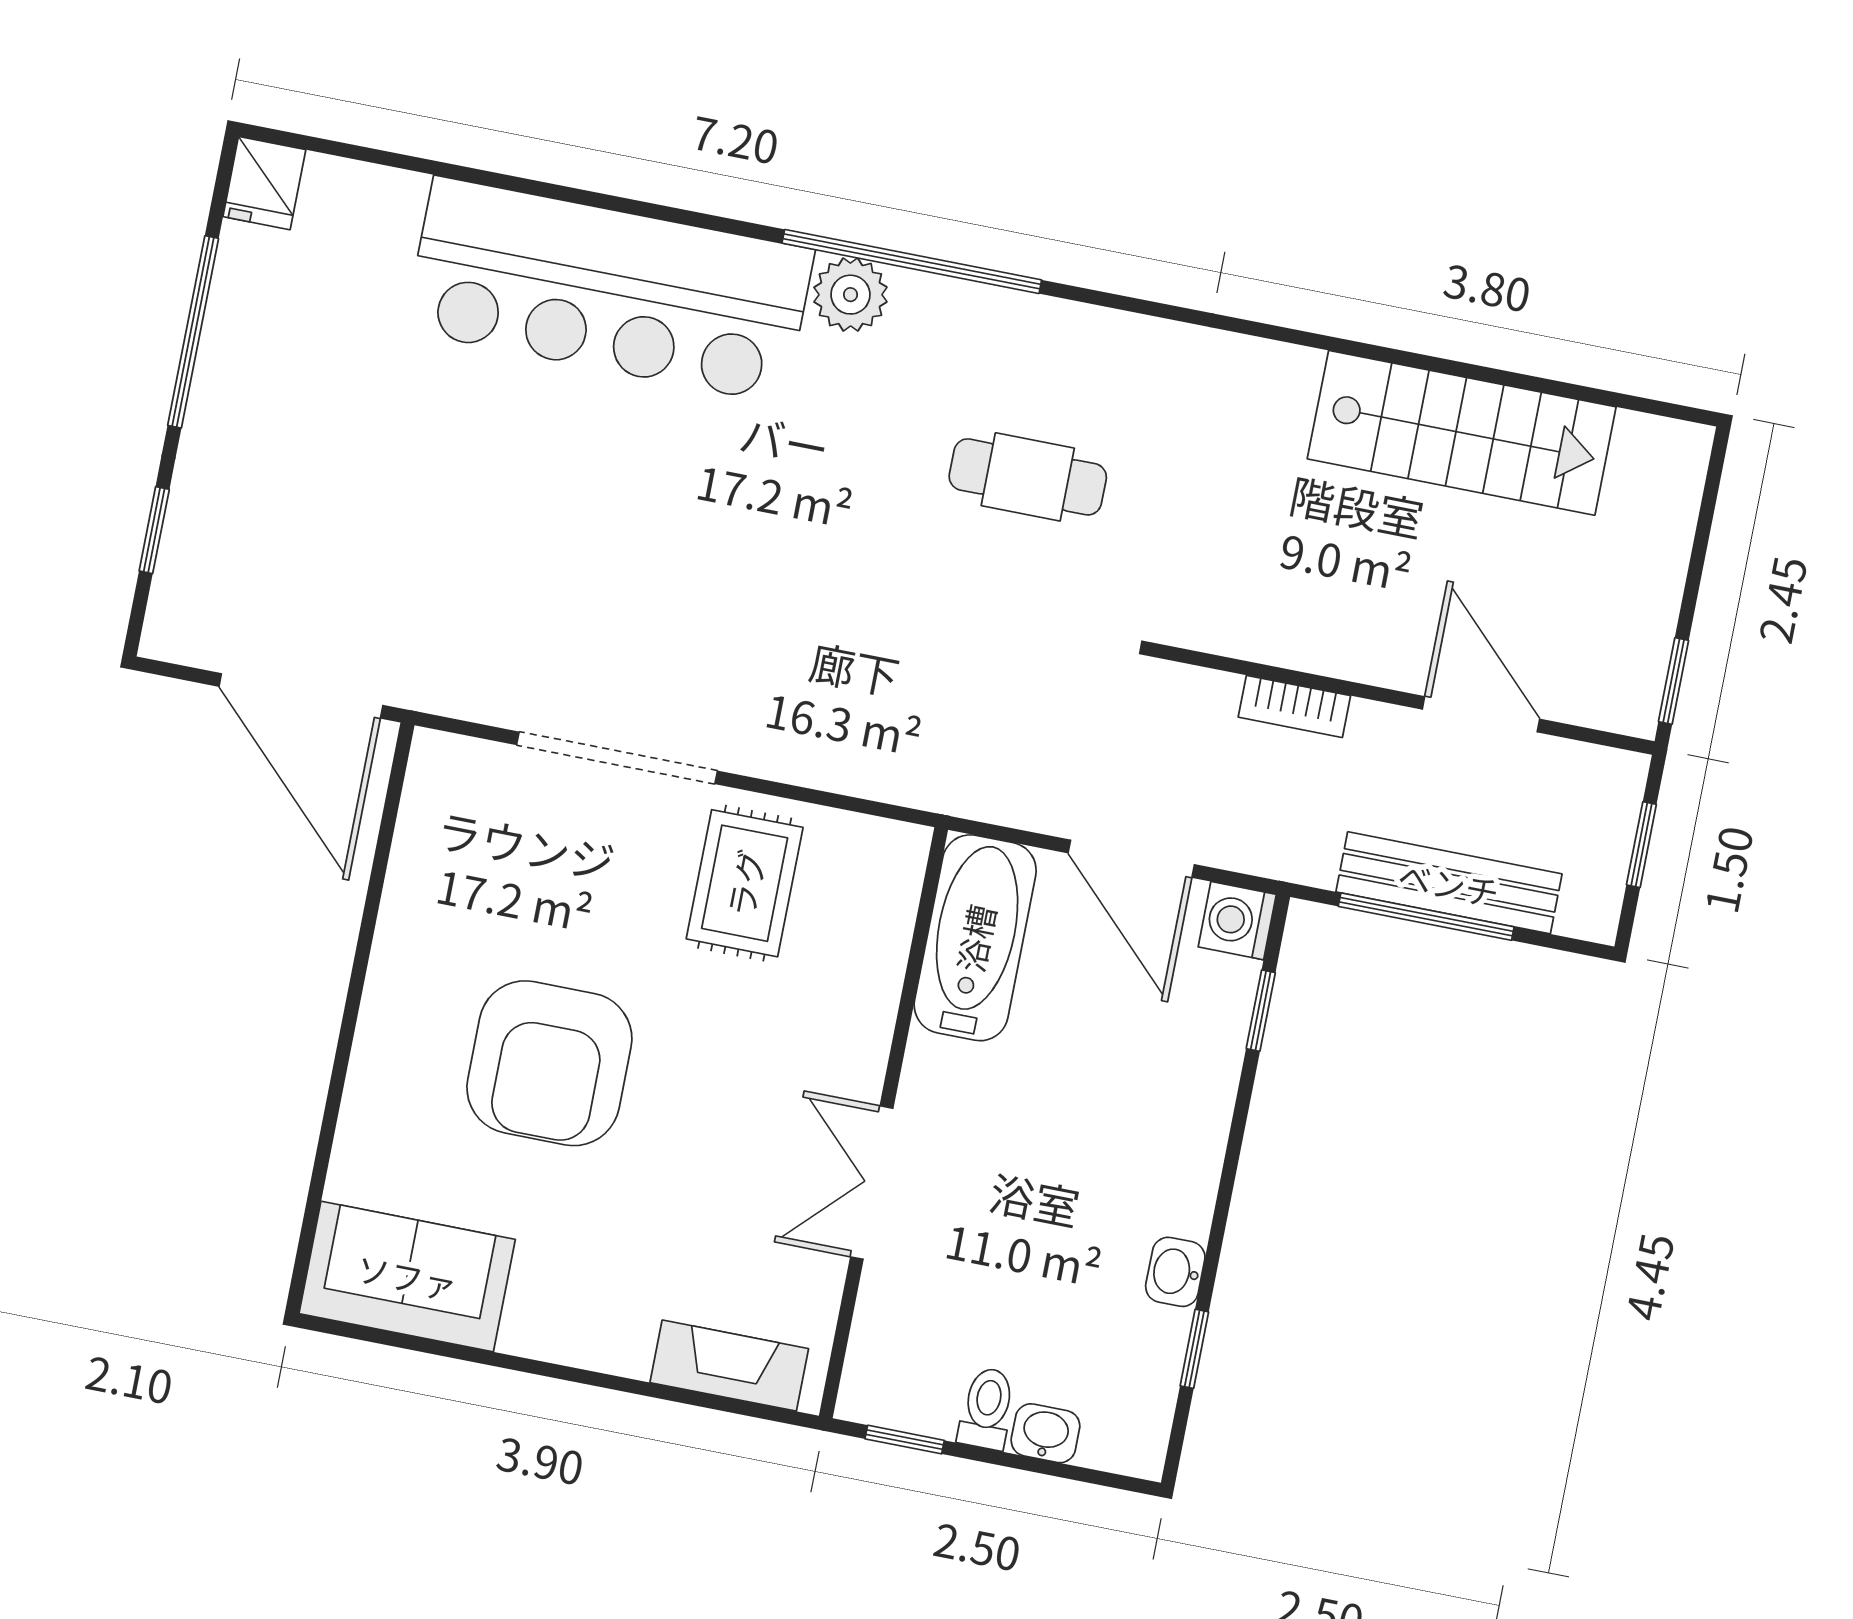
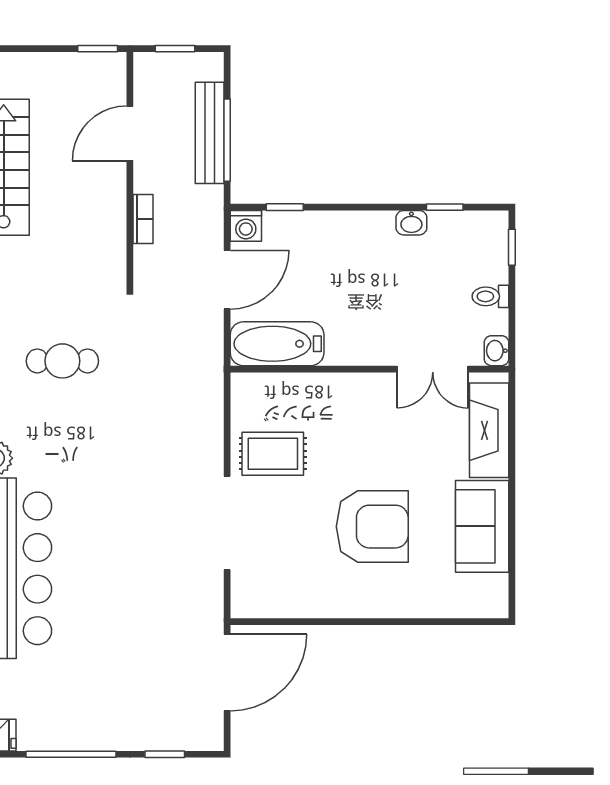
cafe table: (1028, 477) -> (62, 361), turned 90
double door: (872, 1183) -> (433, 369), moved
sofa: (407, 1276) -> (482, 526), moved
fireplace: (729, 1366) -> (489, 430), width x1.37, depth x1.32
washbasin: (1045, 1433) -> (497, 351), moved
window: (905, 1440) -> (512, 247), moved

